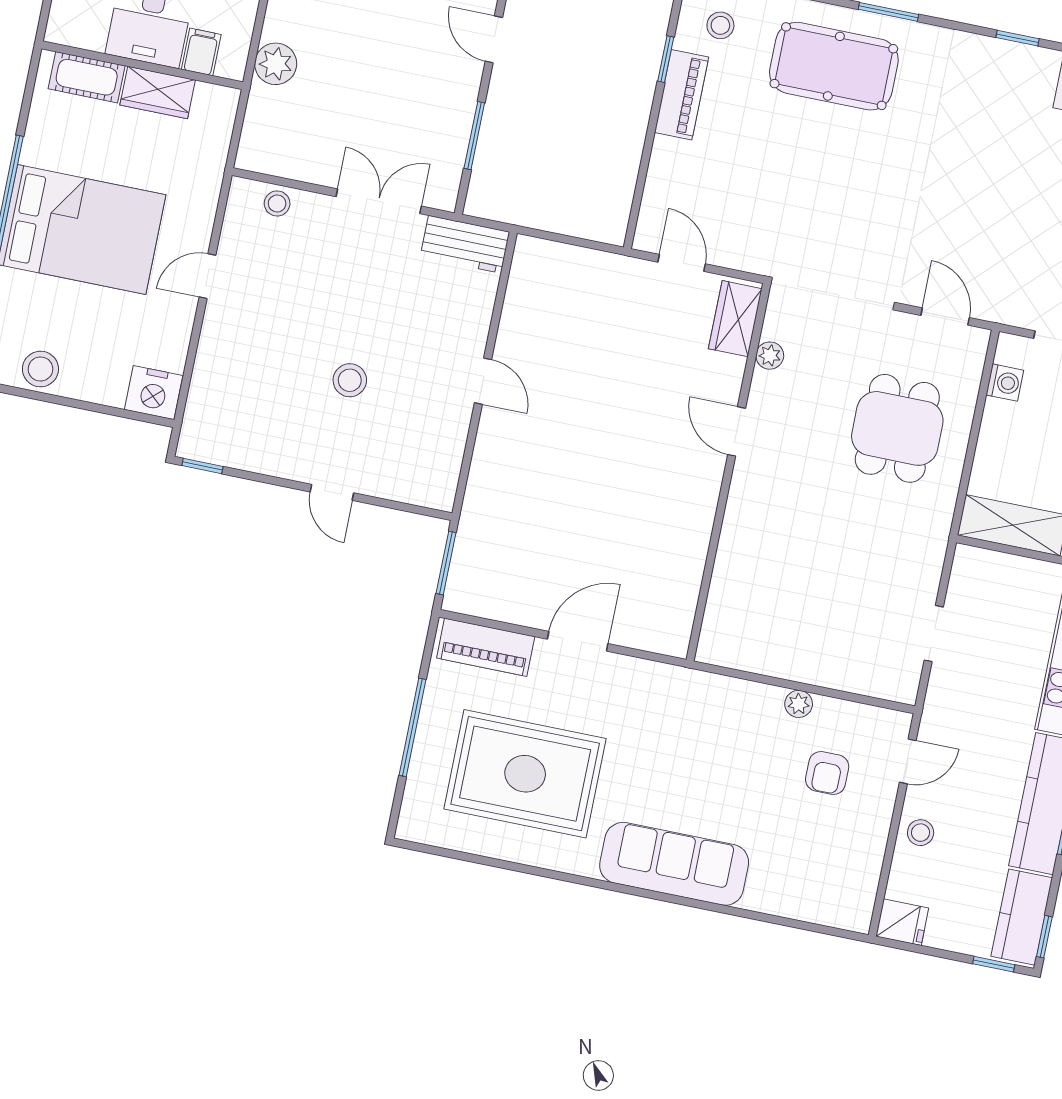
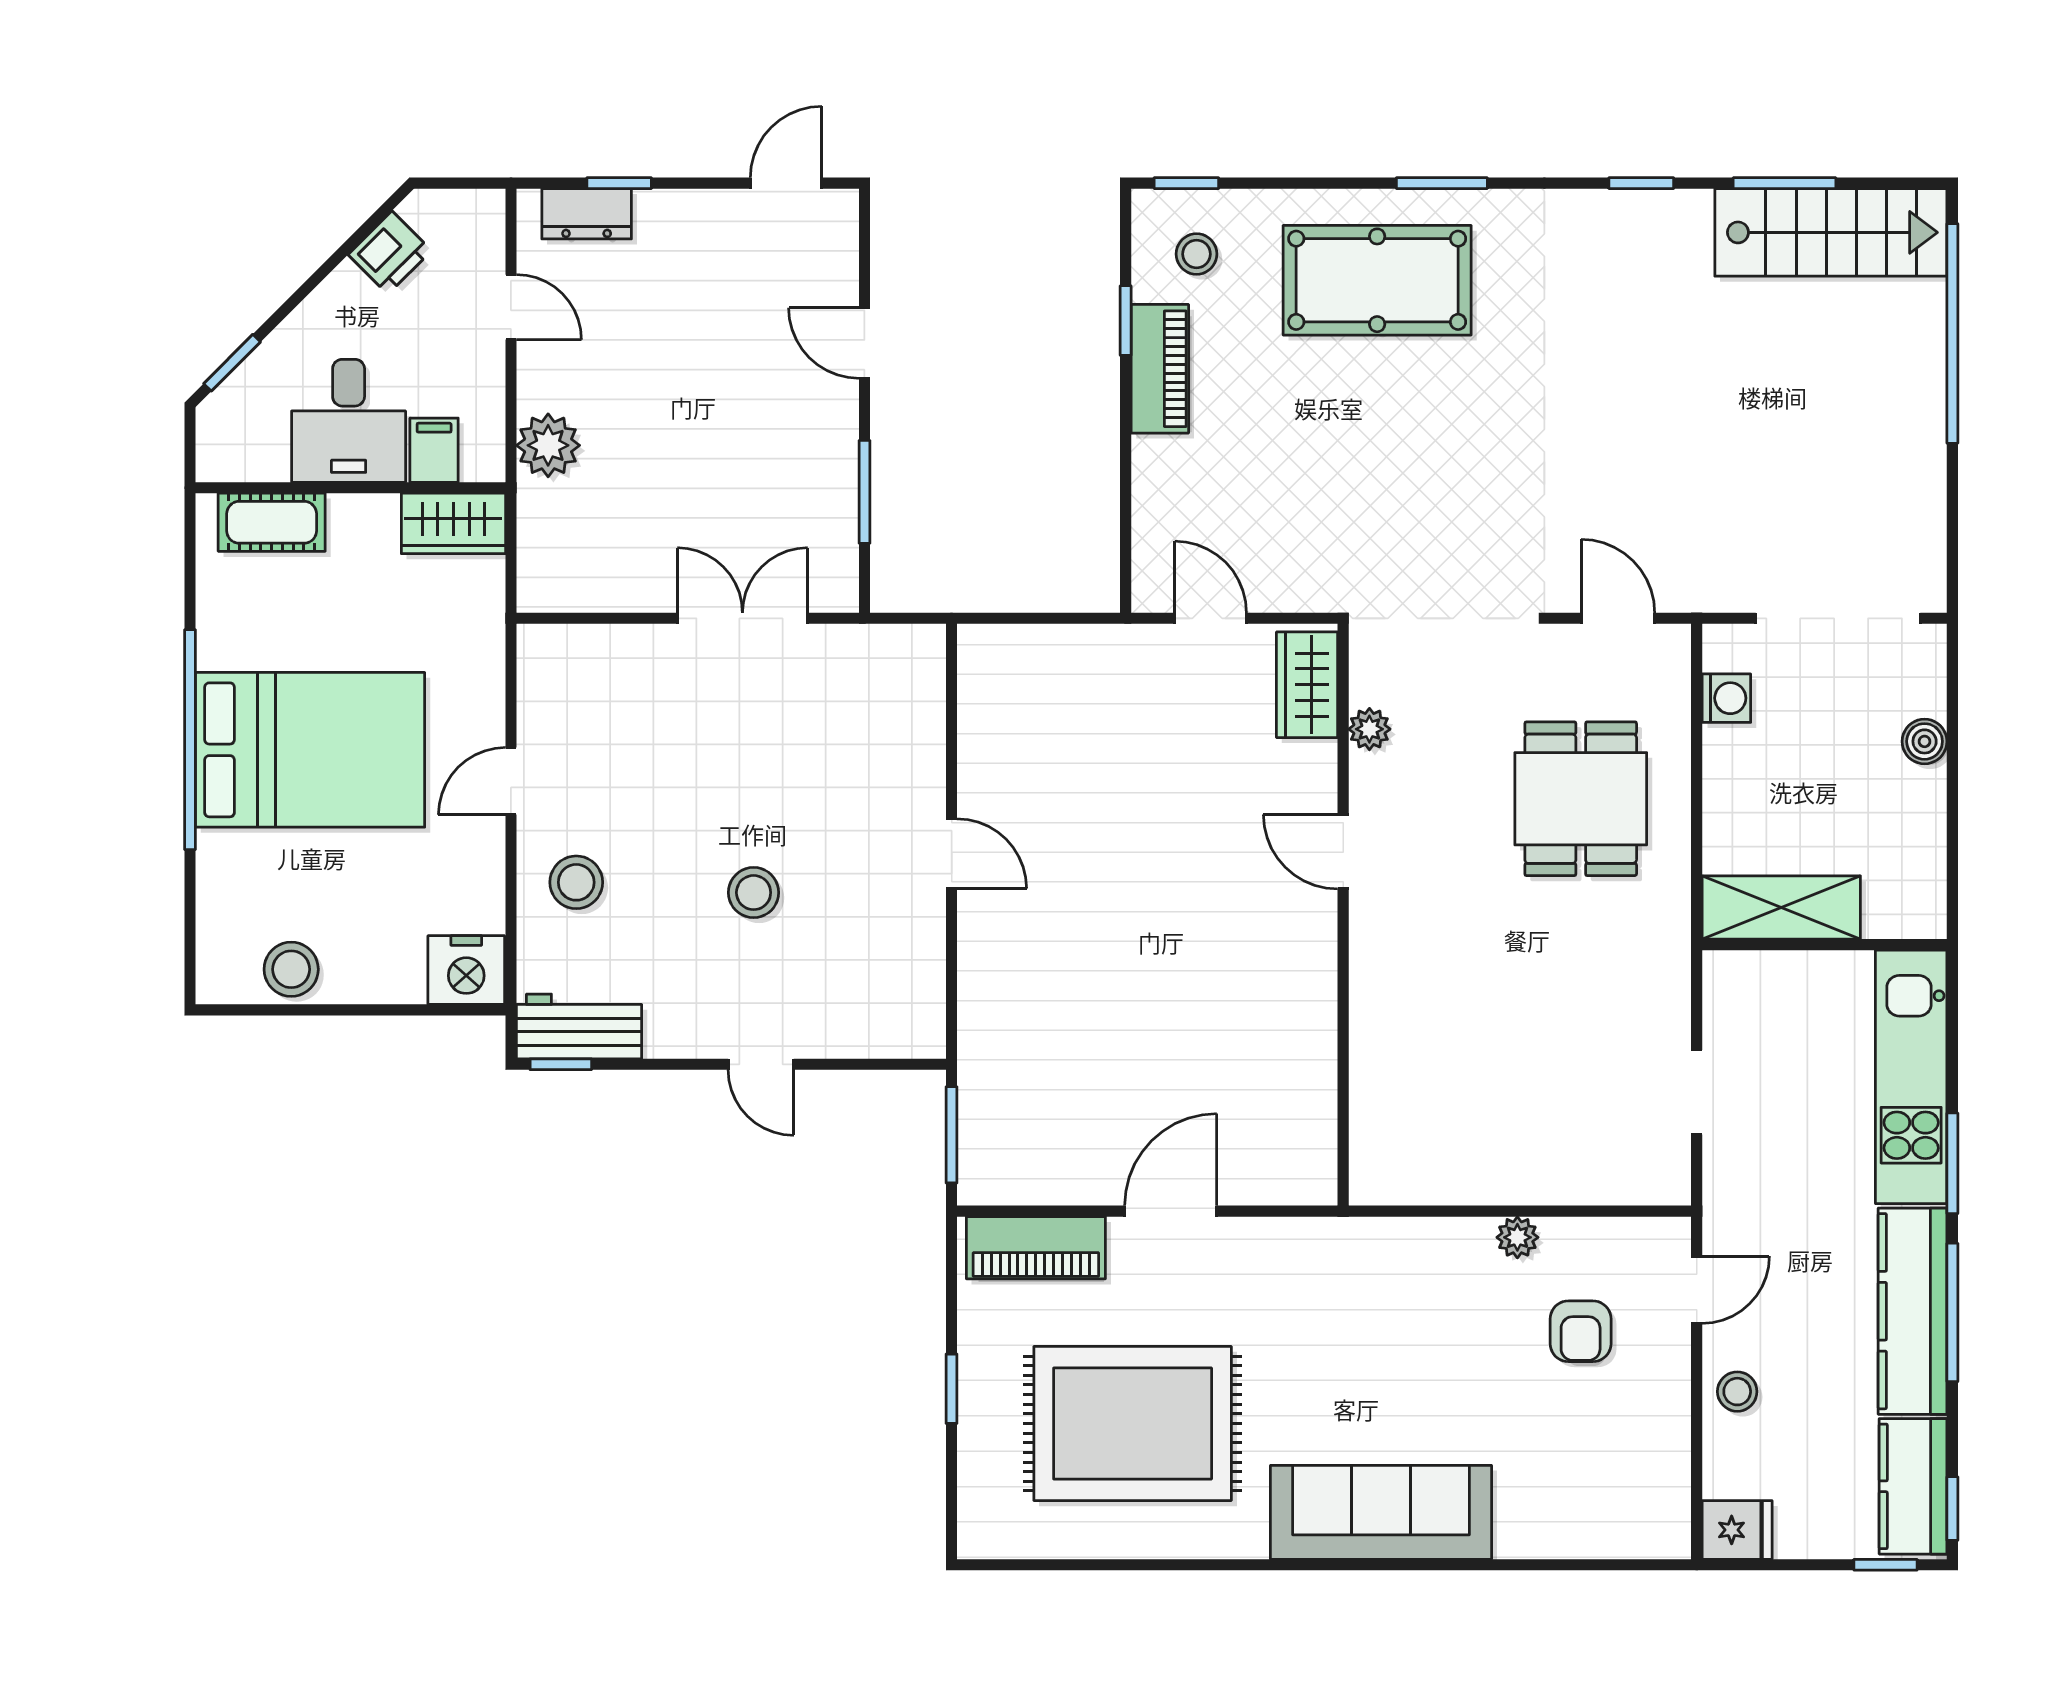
wardrobe: (158, 92) -> (453, 523), moved
stool: (277, 203) -> (576, 882), moved, width x1.37, depth x1.37
workbench: (465, 244) -> (579, 1026), moved, turned 180
window: (413, 727) -> (952, 1389), width x0.46

